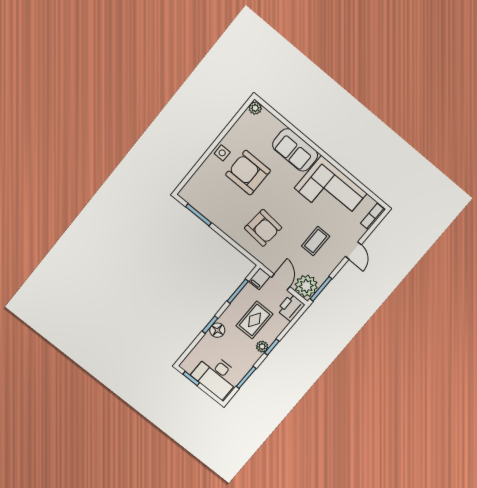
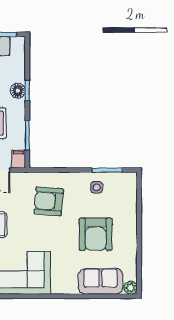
sofa: (295, 150) -> (101, 281), moved
side table: (222, 153) -> (97, 187), moved
armchair: (248, 173) -> (96, 234), turned 90

